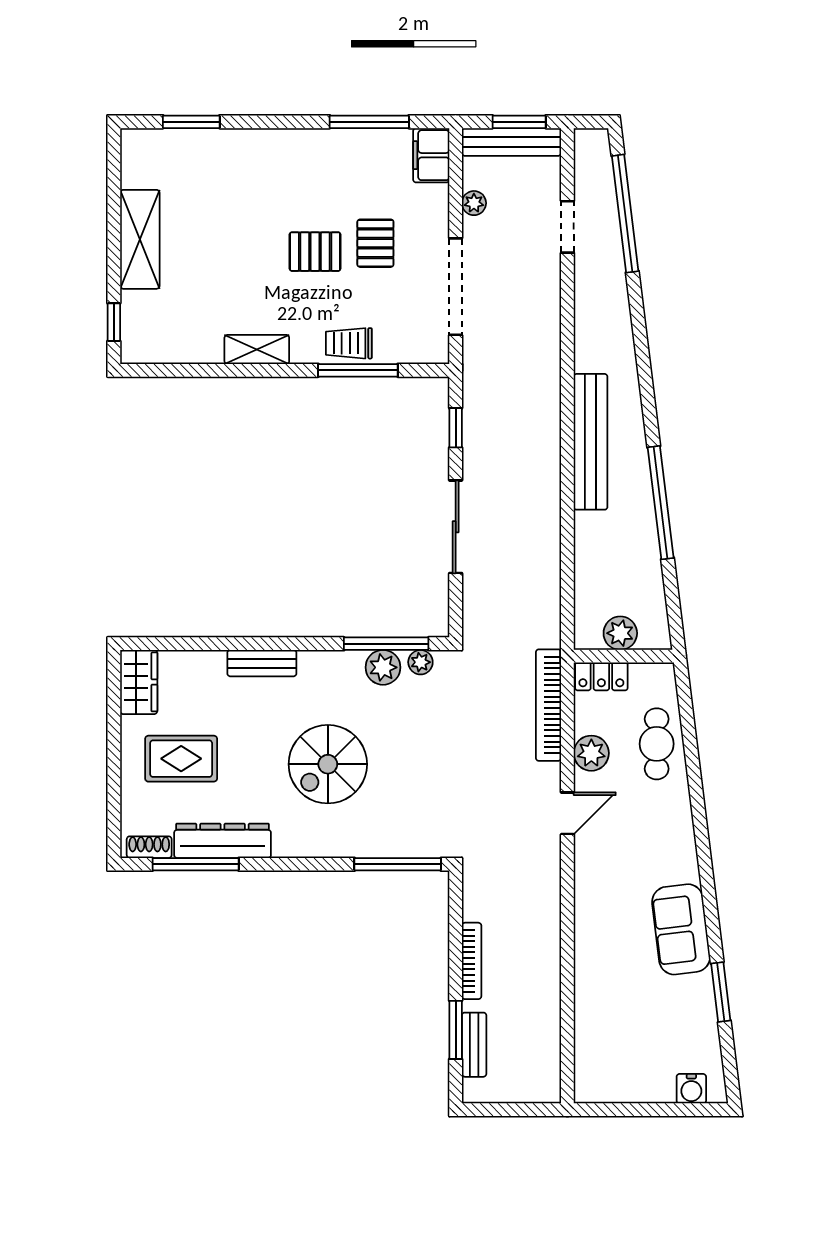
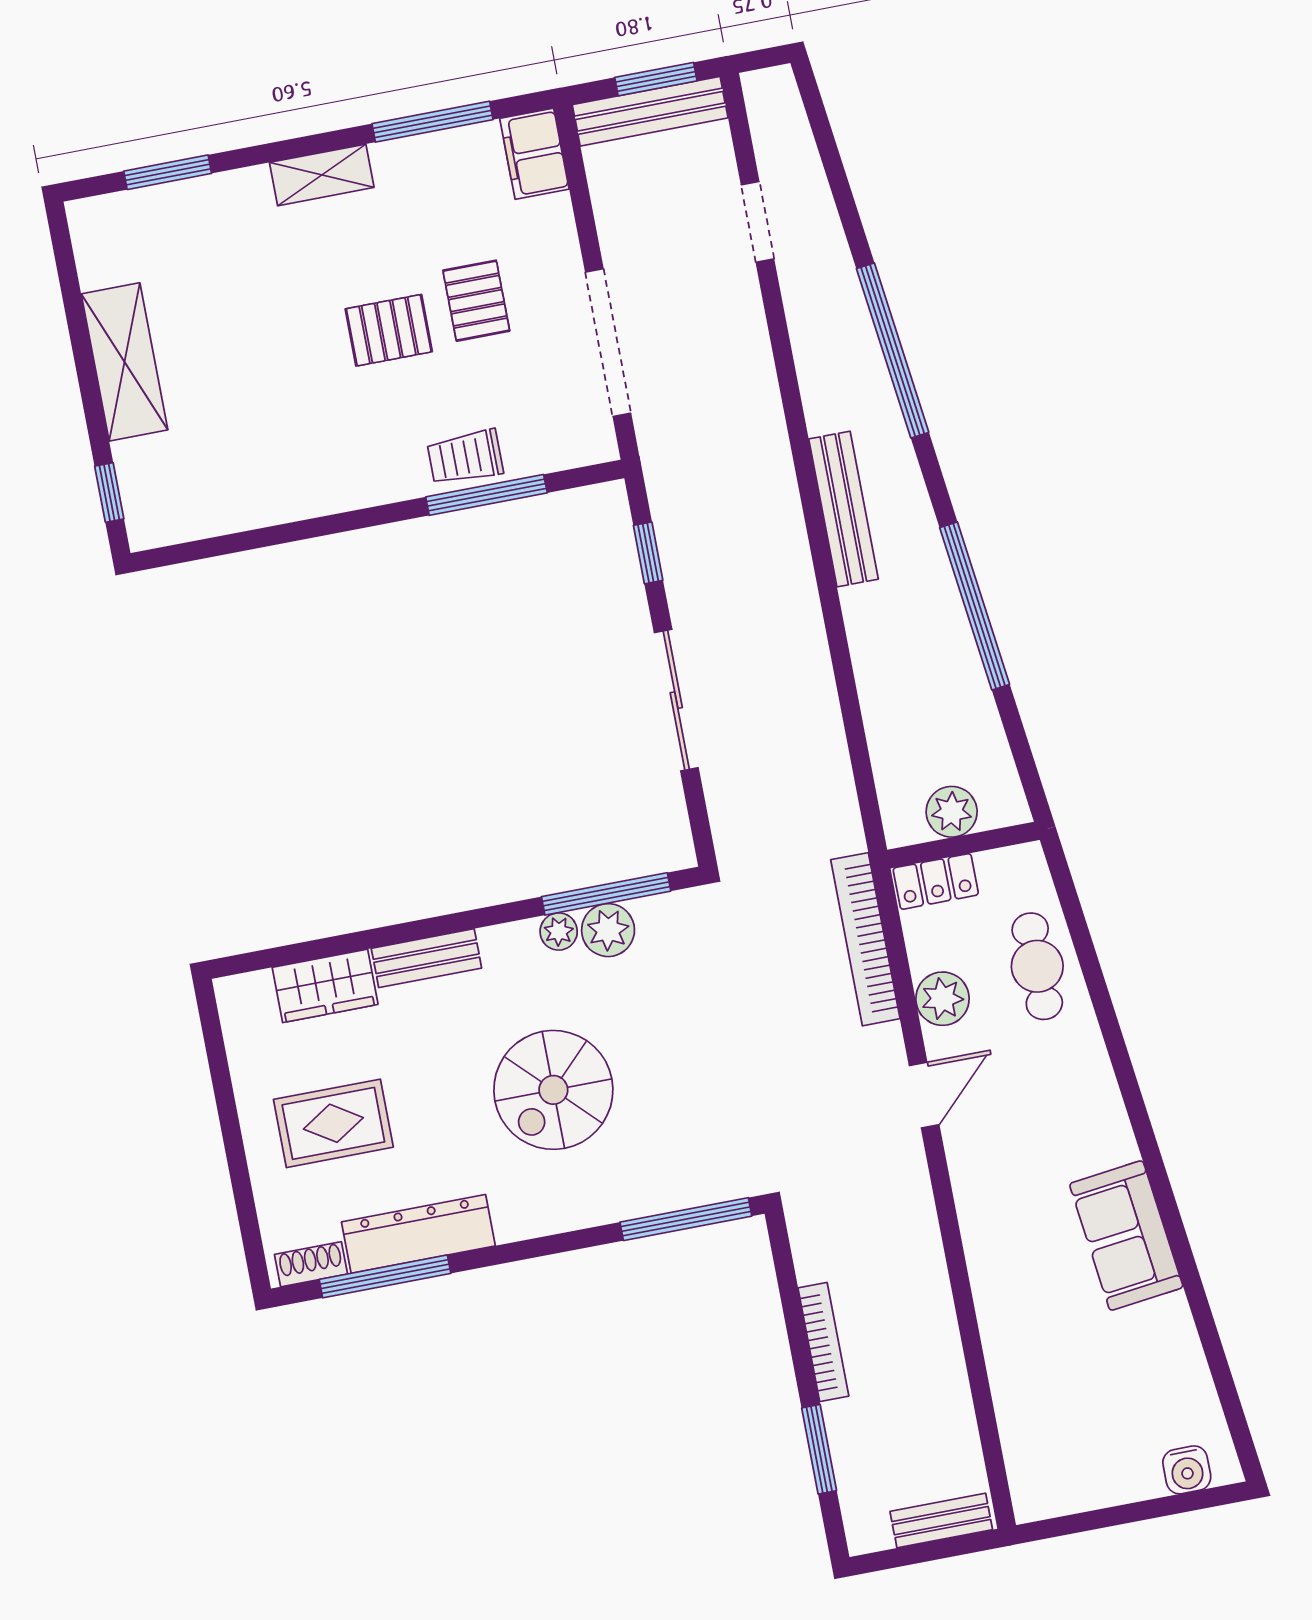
plant: (474, 203) -> (612, 213), removed
window: (625, 214) -> (893, 350), moved
shelving: (257, 350) -> (322, 175), moved
bench: (591, 442) -> (843, 509), width x0.73, depth x0.82
plant: (420, 662) -> (559, 932), moved
wardrobe: (139, 682) -> (325, 986), moved, turned 90
window: (721, 992) -> (1203, 1318), removed
bench: (474, 1045) -> (941, 1521), moved, turned 90

